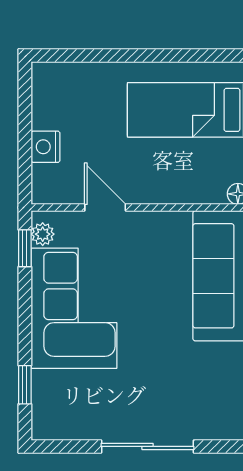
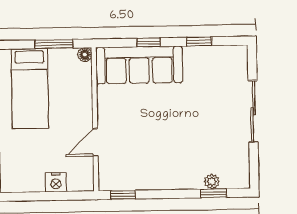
plant: (43, 234) -> (212, 182), moved
corner sofa: (74, 308) -> (162, 162), removed

